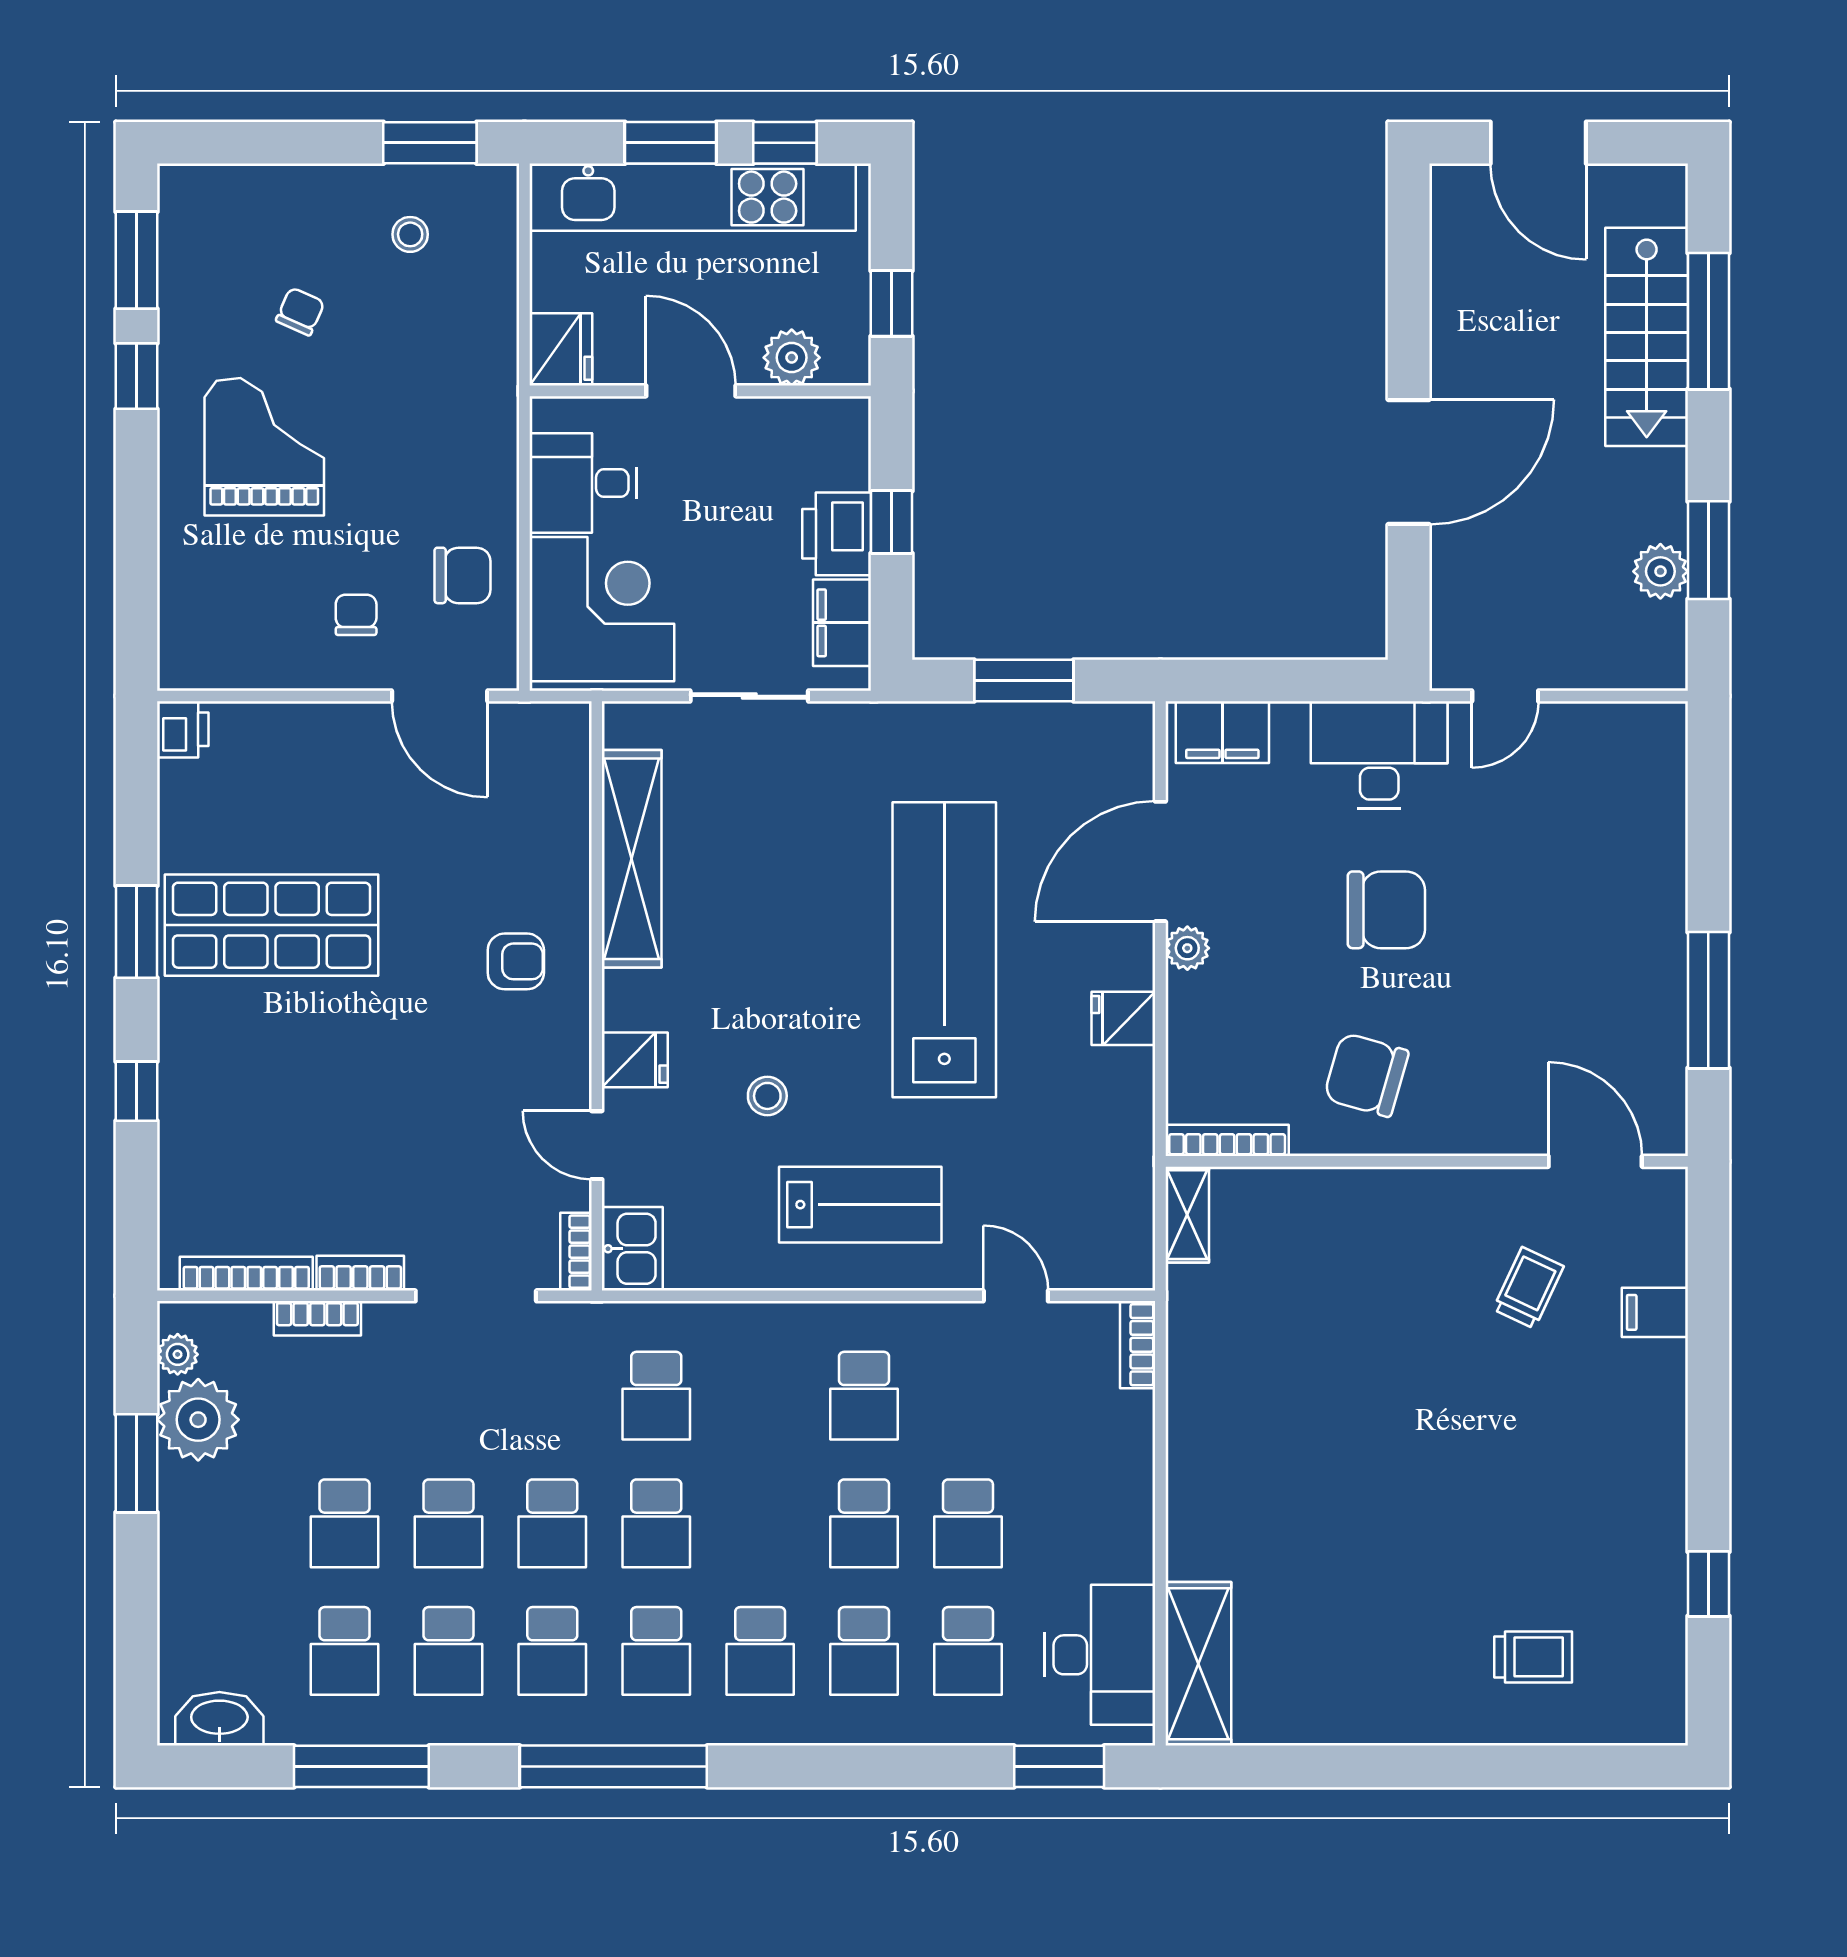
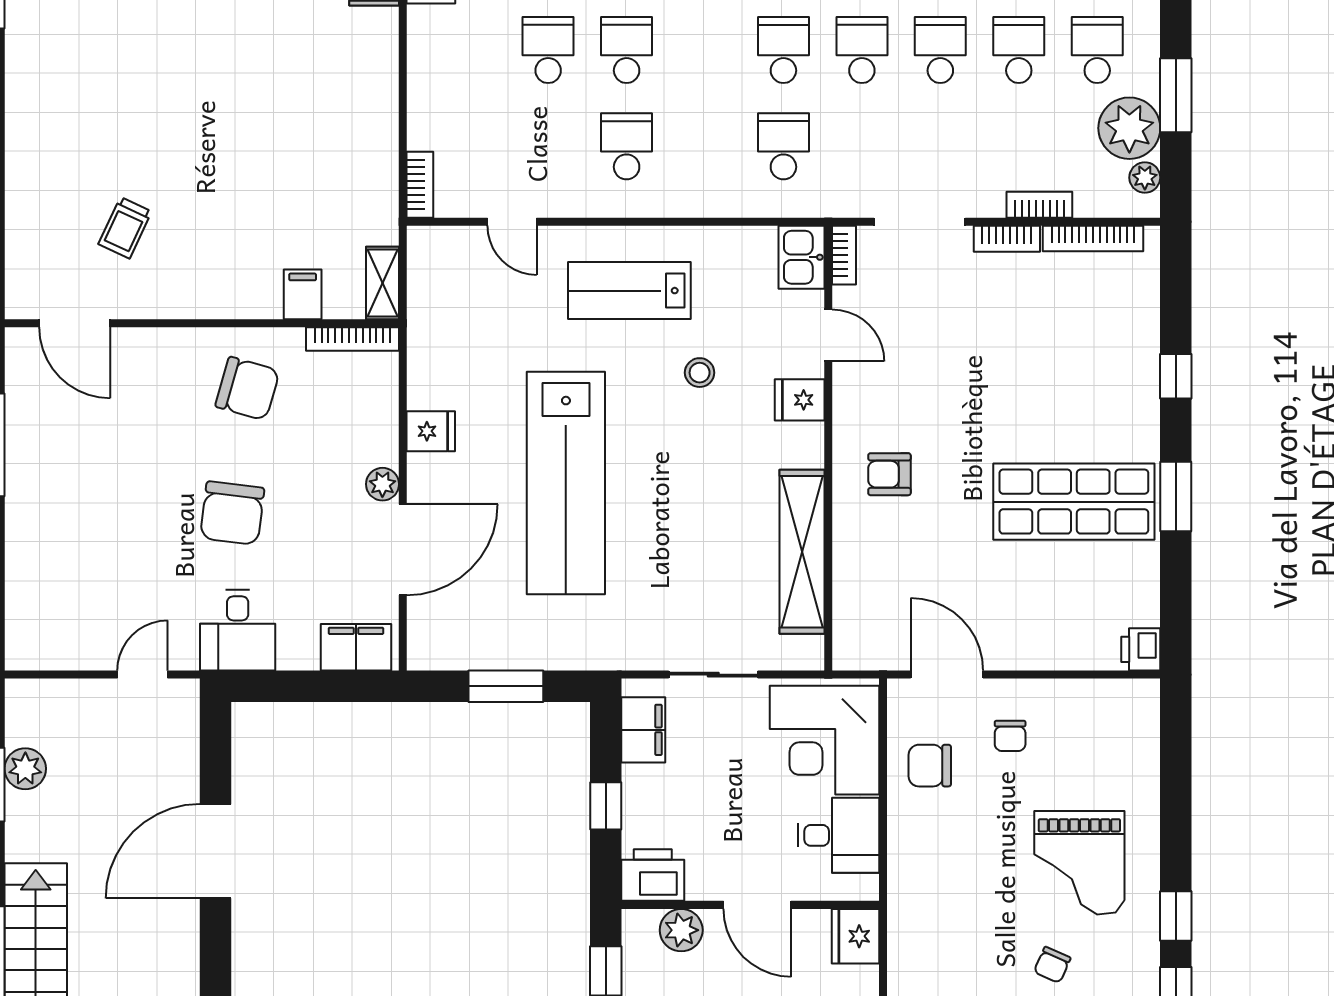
printer: (837, 534) -> (653, 875), moved, turned -90
desk: (1379, 755) -> (238, 630), width x0.73
chair: (1386, 910) -> (232, 513), turned -83
filing cabinet: (1655, 1312) -> (303, 294), moved, turned -90
school desk: (241, 1523) -> (1097, 50), added

